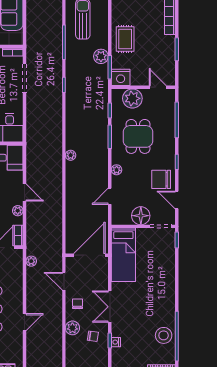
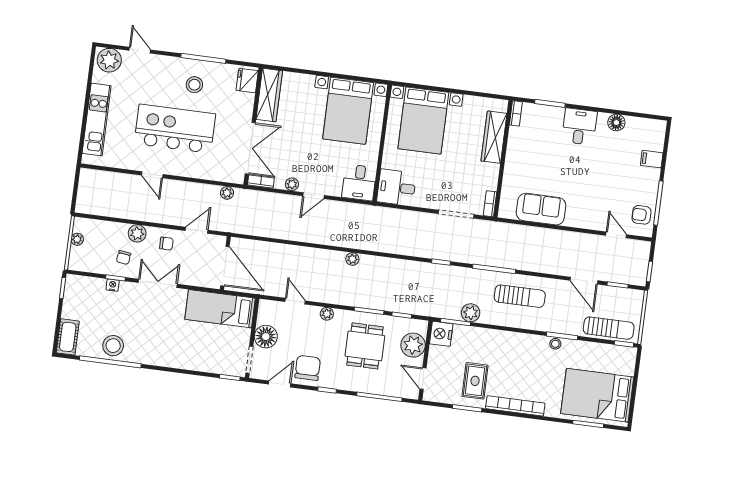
rug: (125, 39) -> (475, 381), moved, turned 90
door: (158, 87) -> (423, 378), swing flipped
dining table: (138, 136) -> (365, 346), turned 90

